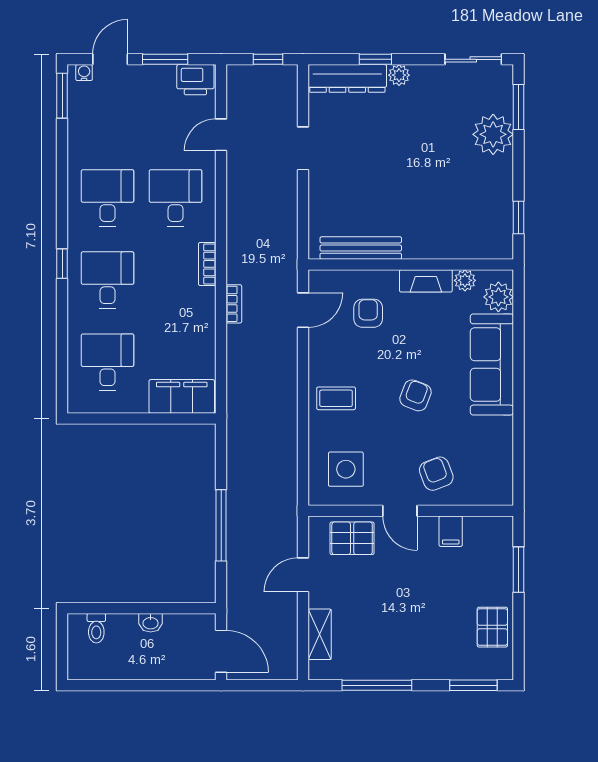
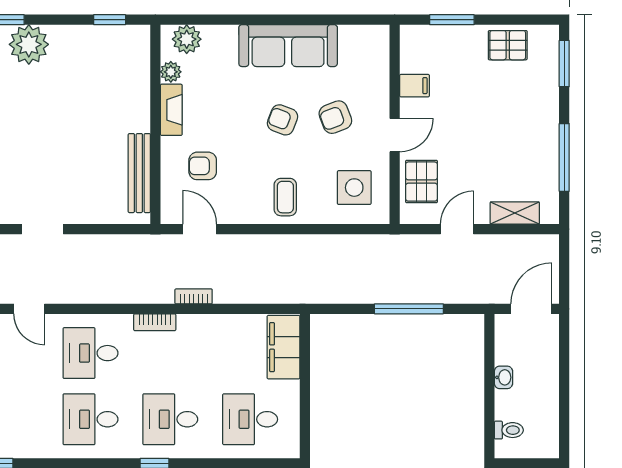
sofa: (492, 364) -> (288, 46), moved
armchair: (436, 474) -> (335, 117), moved
door: (303, 575) -> (457, 229), swing flipped

